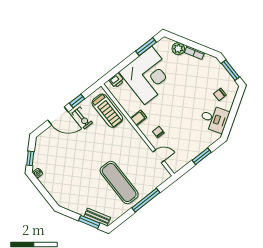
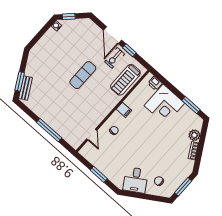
corner desk: (148, 75) -> (164, 104), width x0.74, depth x0.74
exercise mat: (119, 182) -> (83, 75), moved, width x0.73, depth x0.69

